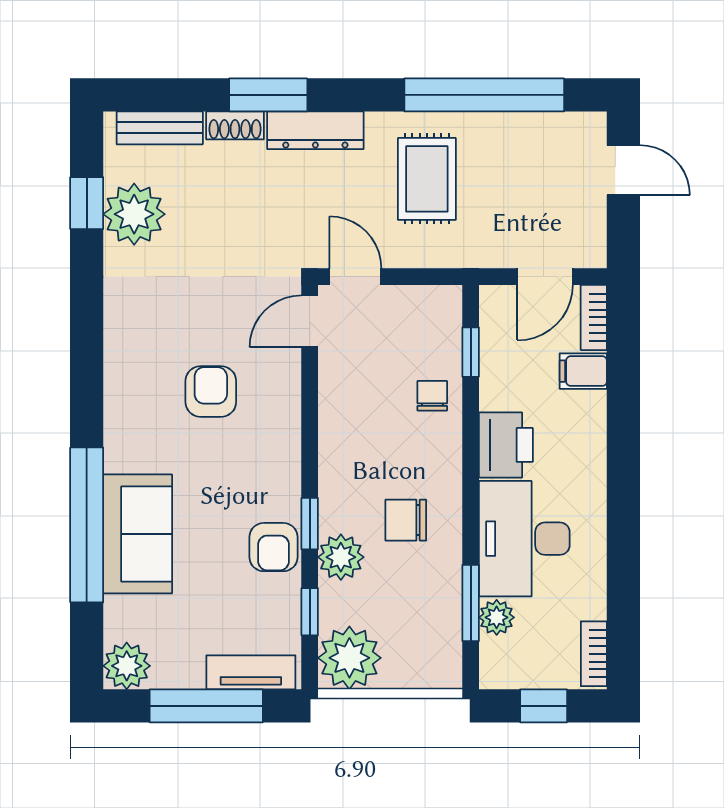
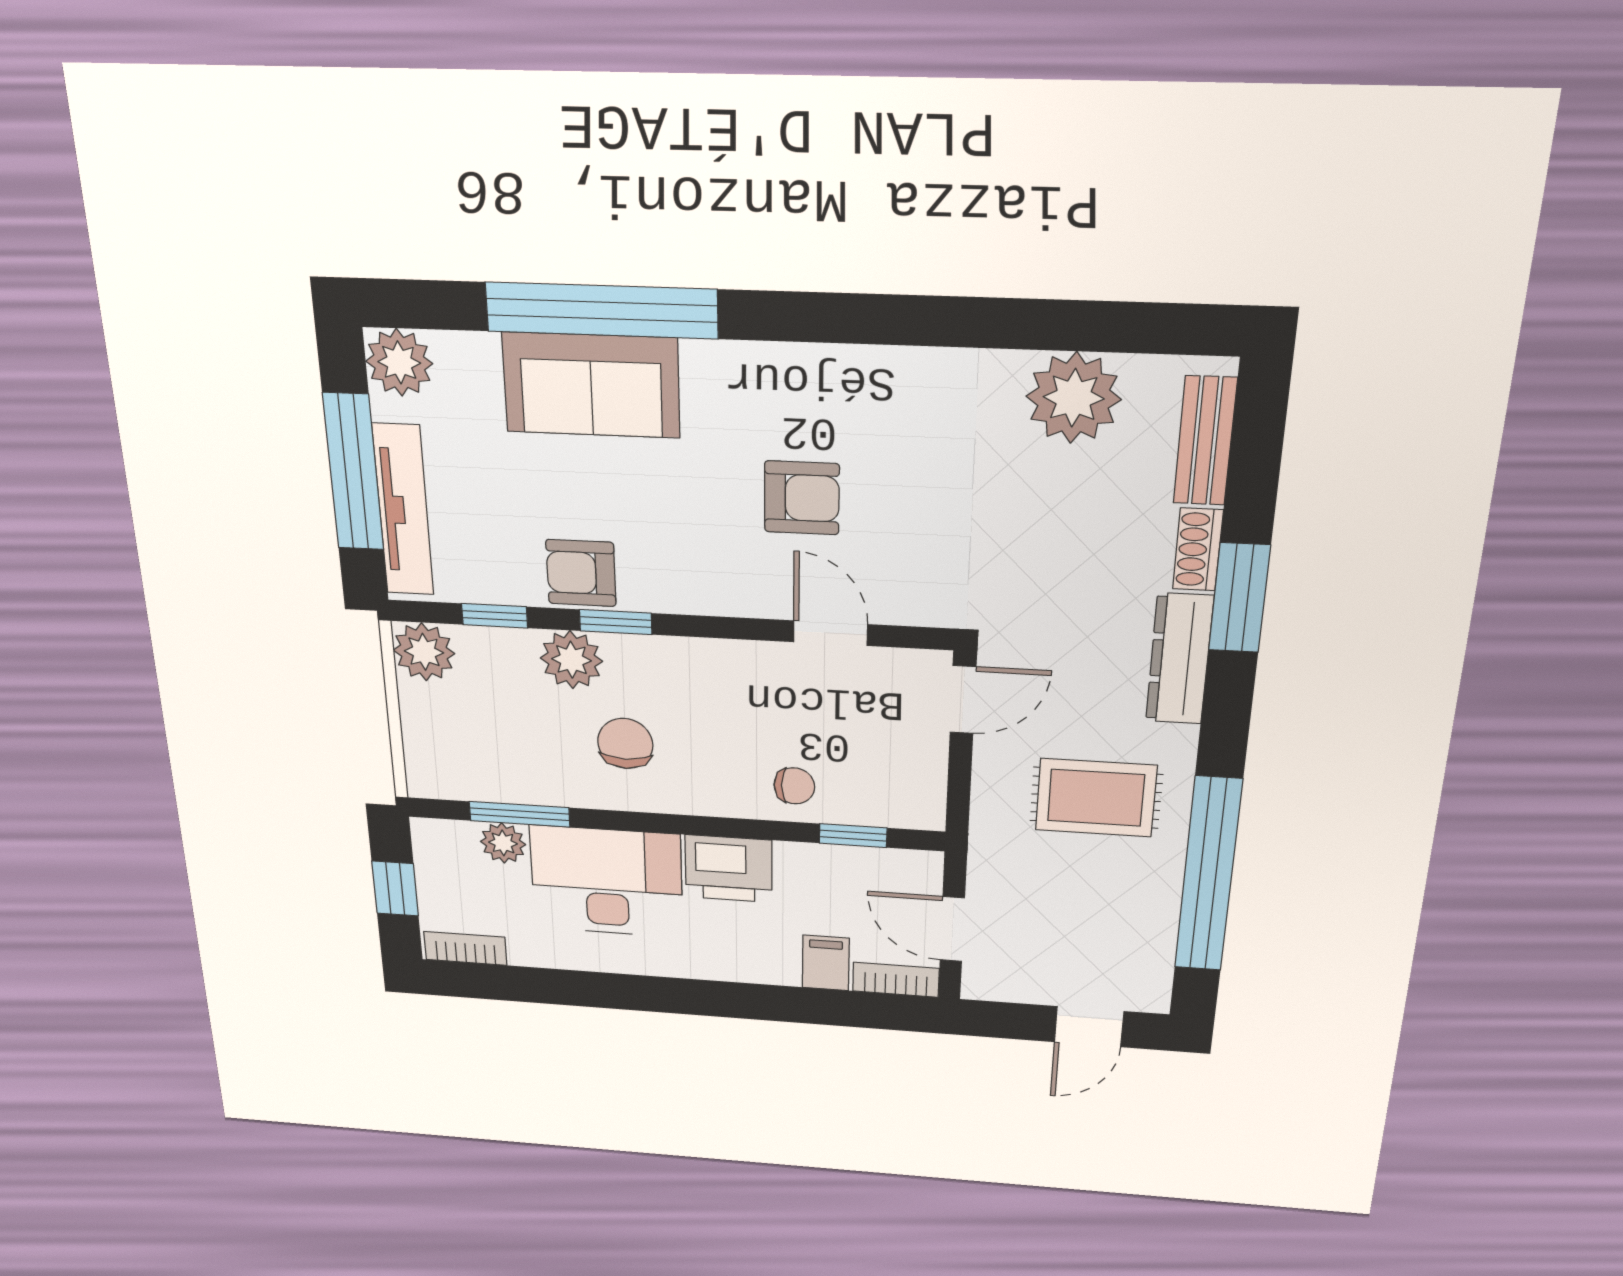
window: (87, 203) -> (1096, 326), removed
door: (310, 321) -> (830, 633), moved
plant: (349, 658) -> (424, 652), width x0.73, depth x0.73
tv unit: (251, 672) -> (403, 510), width x1.41

